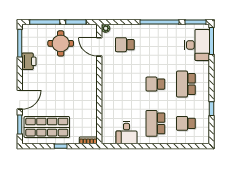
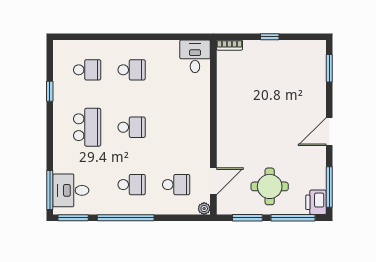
school desk: (155, 45) -> (132, 185), added
desk: (197, 45) -> (71, 190), width x0.73
door: (99, 47) -> (213, 181), hinge flipped
printer: (29, 61) -> (316, 202), moved
door: (20, 100) -> (329, 132), moved
school desk: (155, 123) -> (132, 70), width x0.54
shop shelf: (47, 127) -> (290, 65), removed
desk: (126, 133) -> (195, 56), moved

